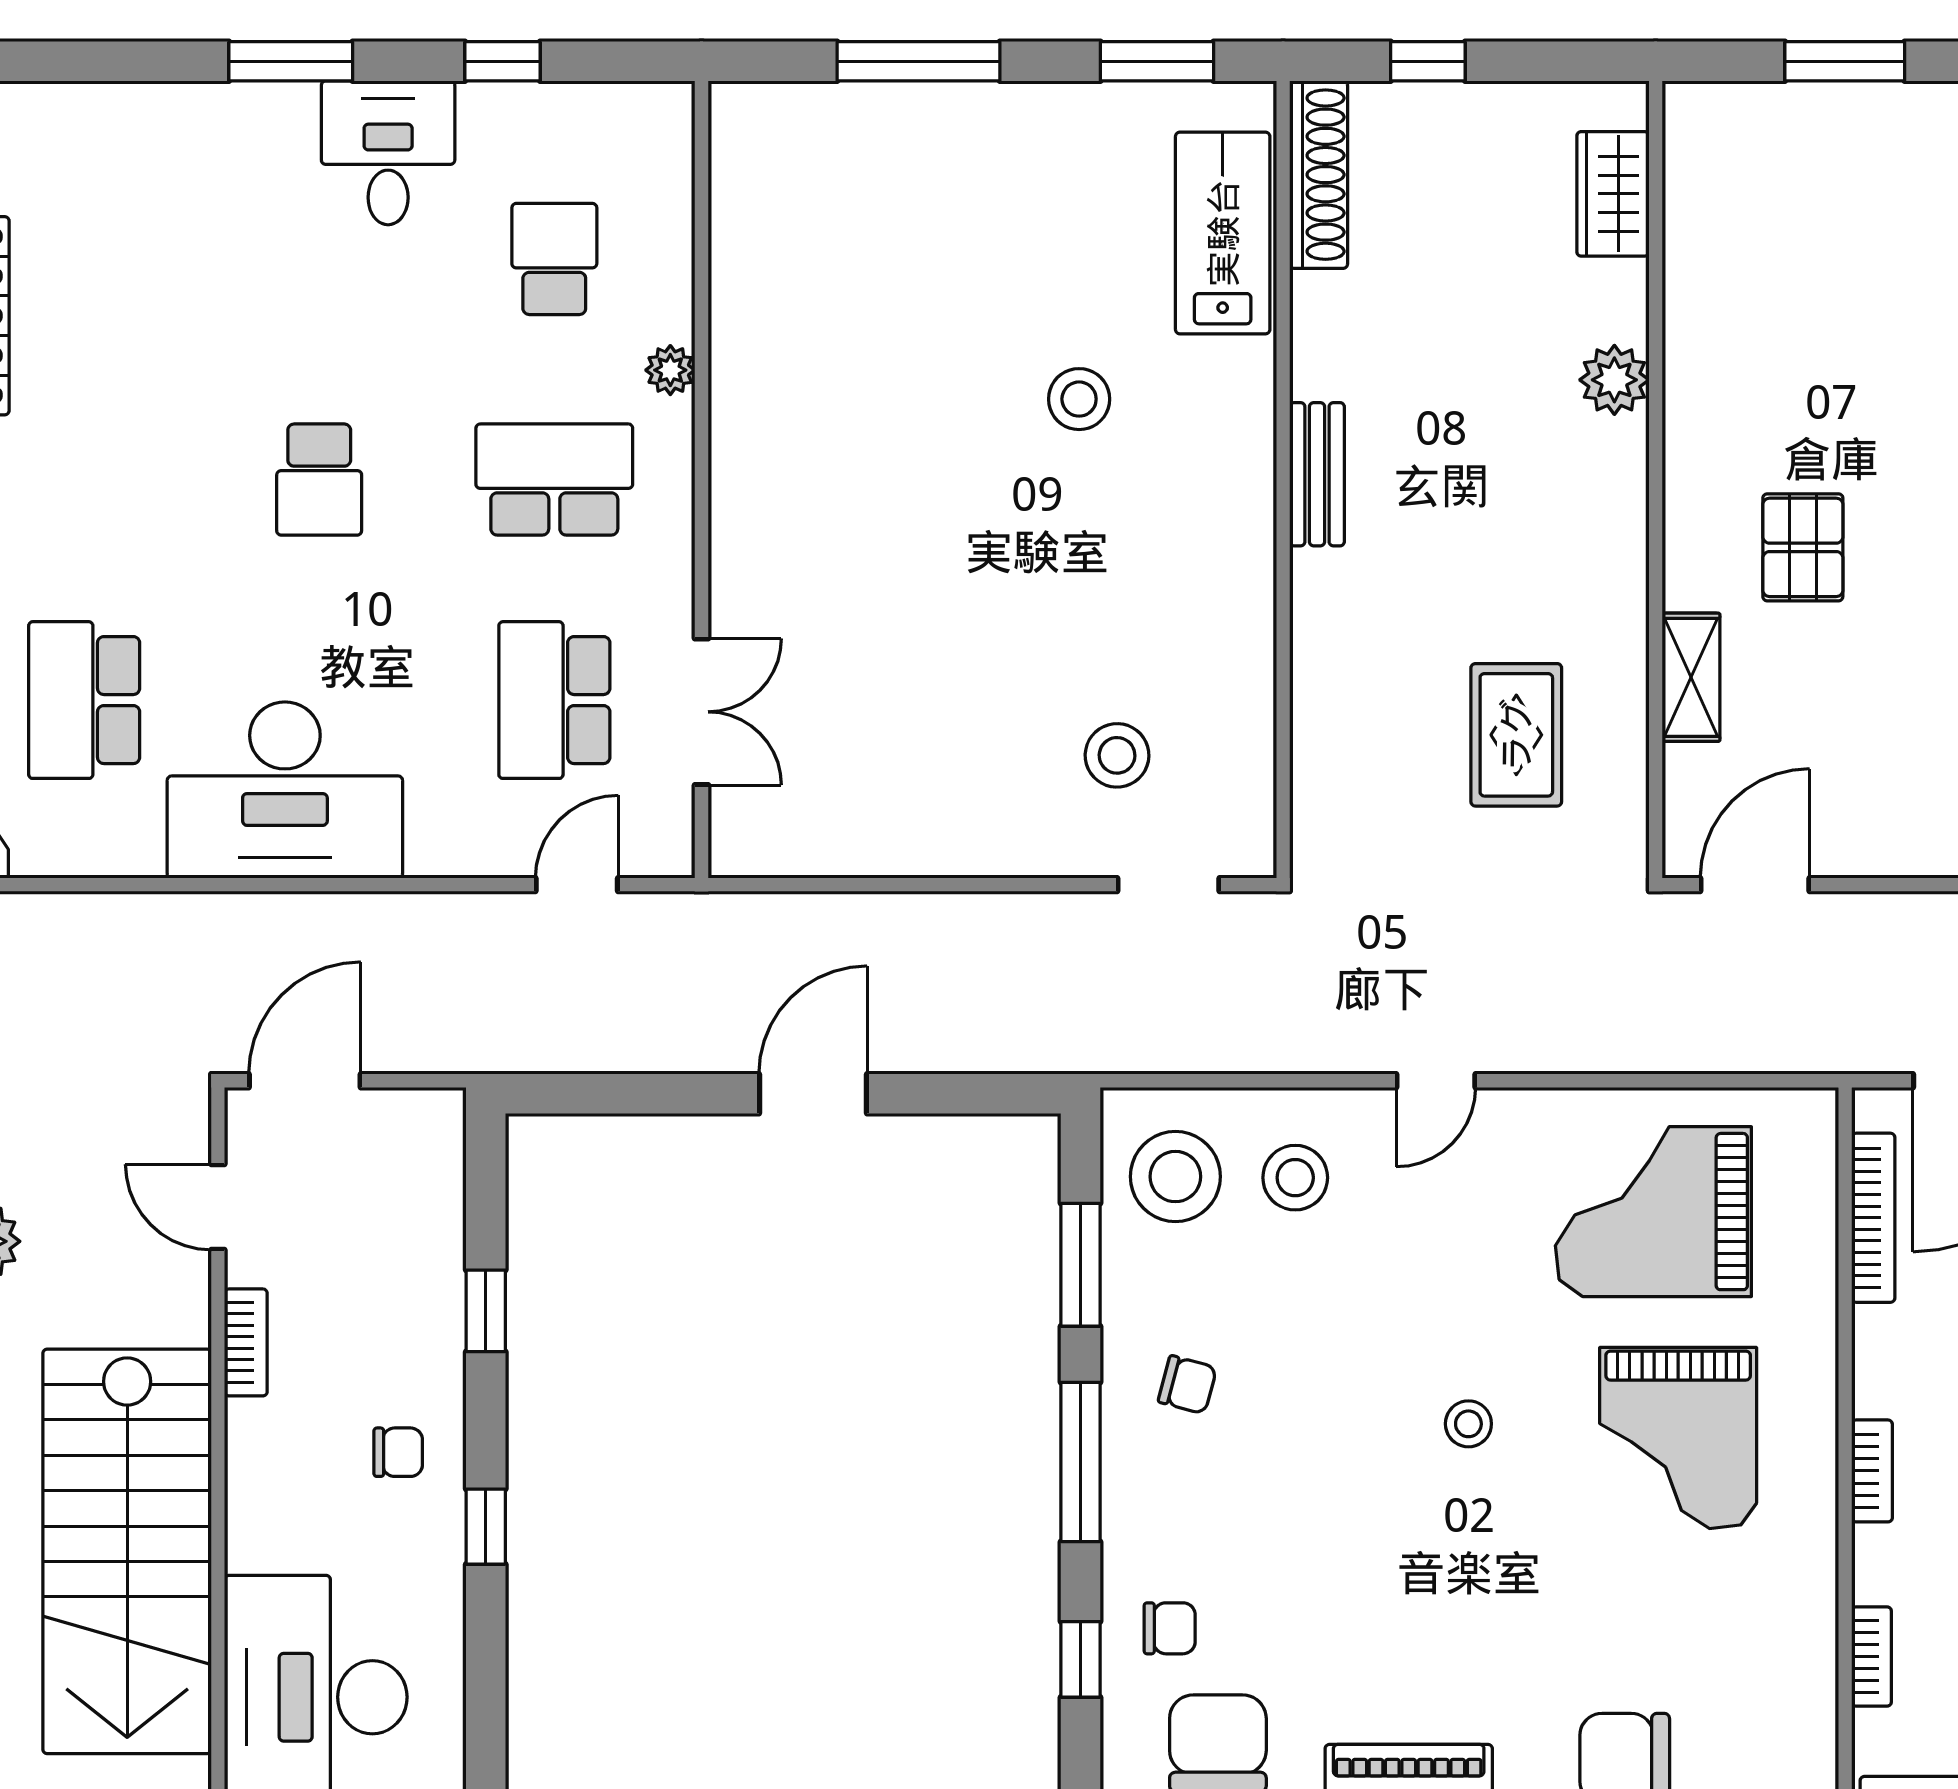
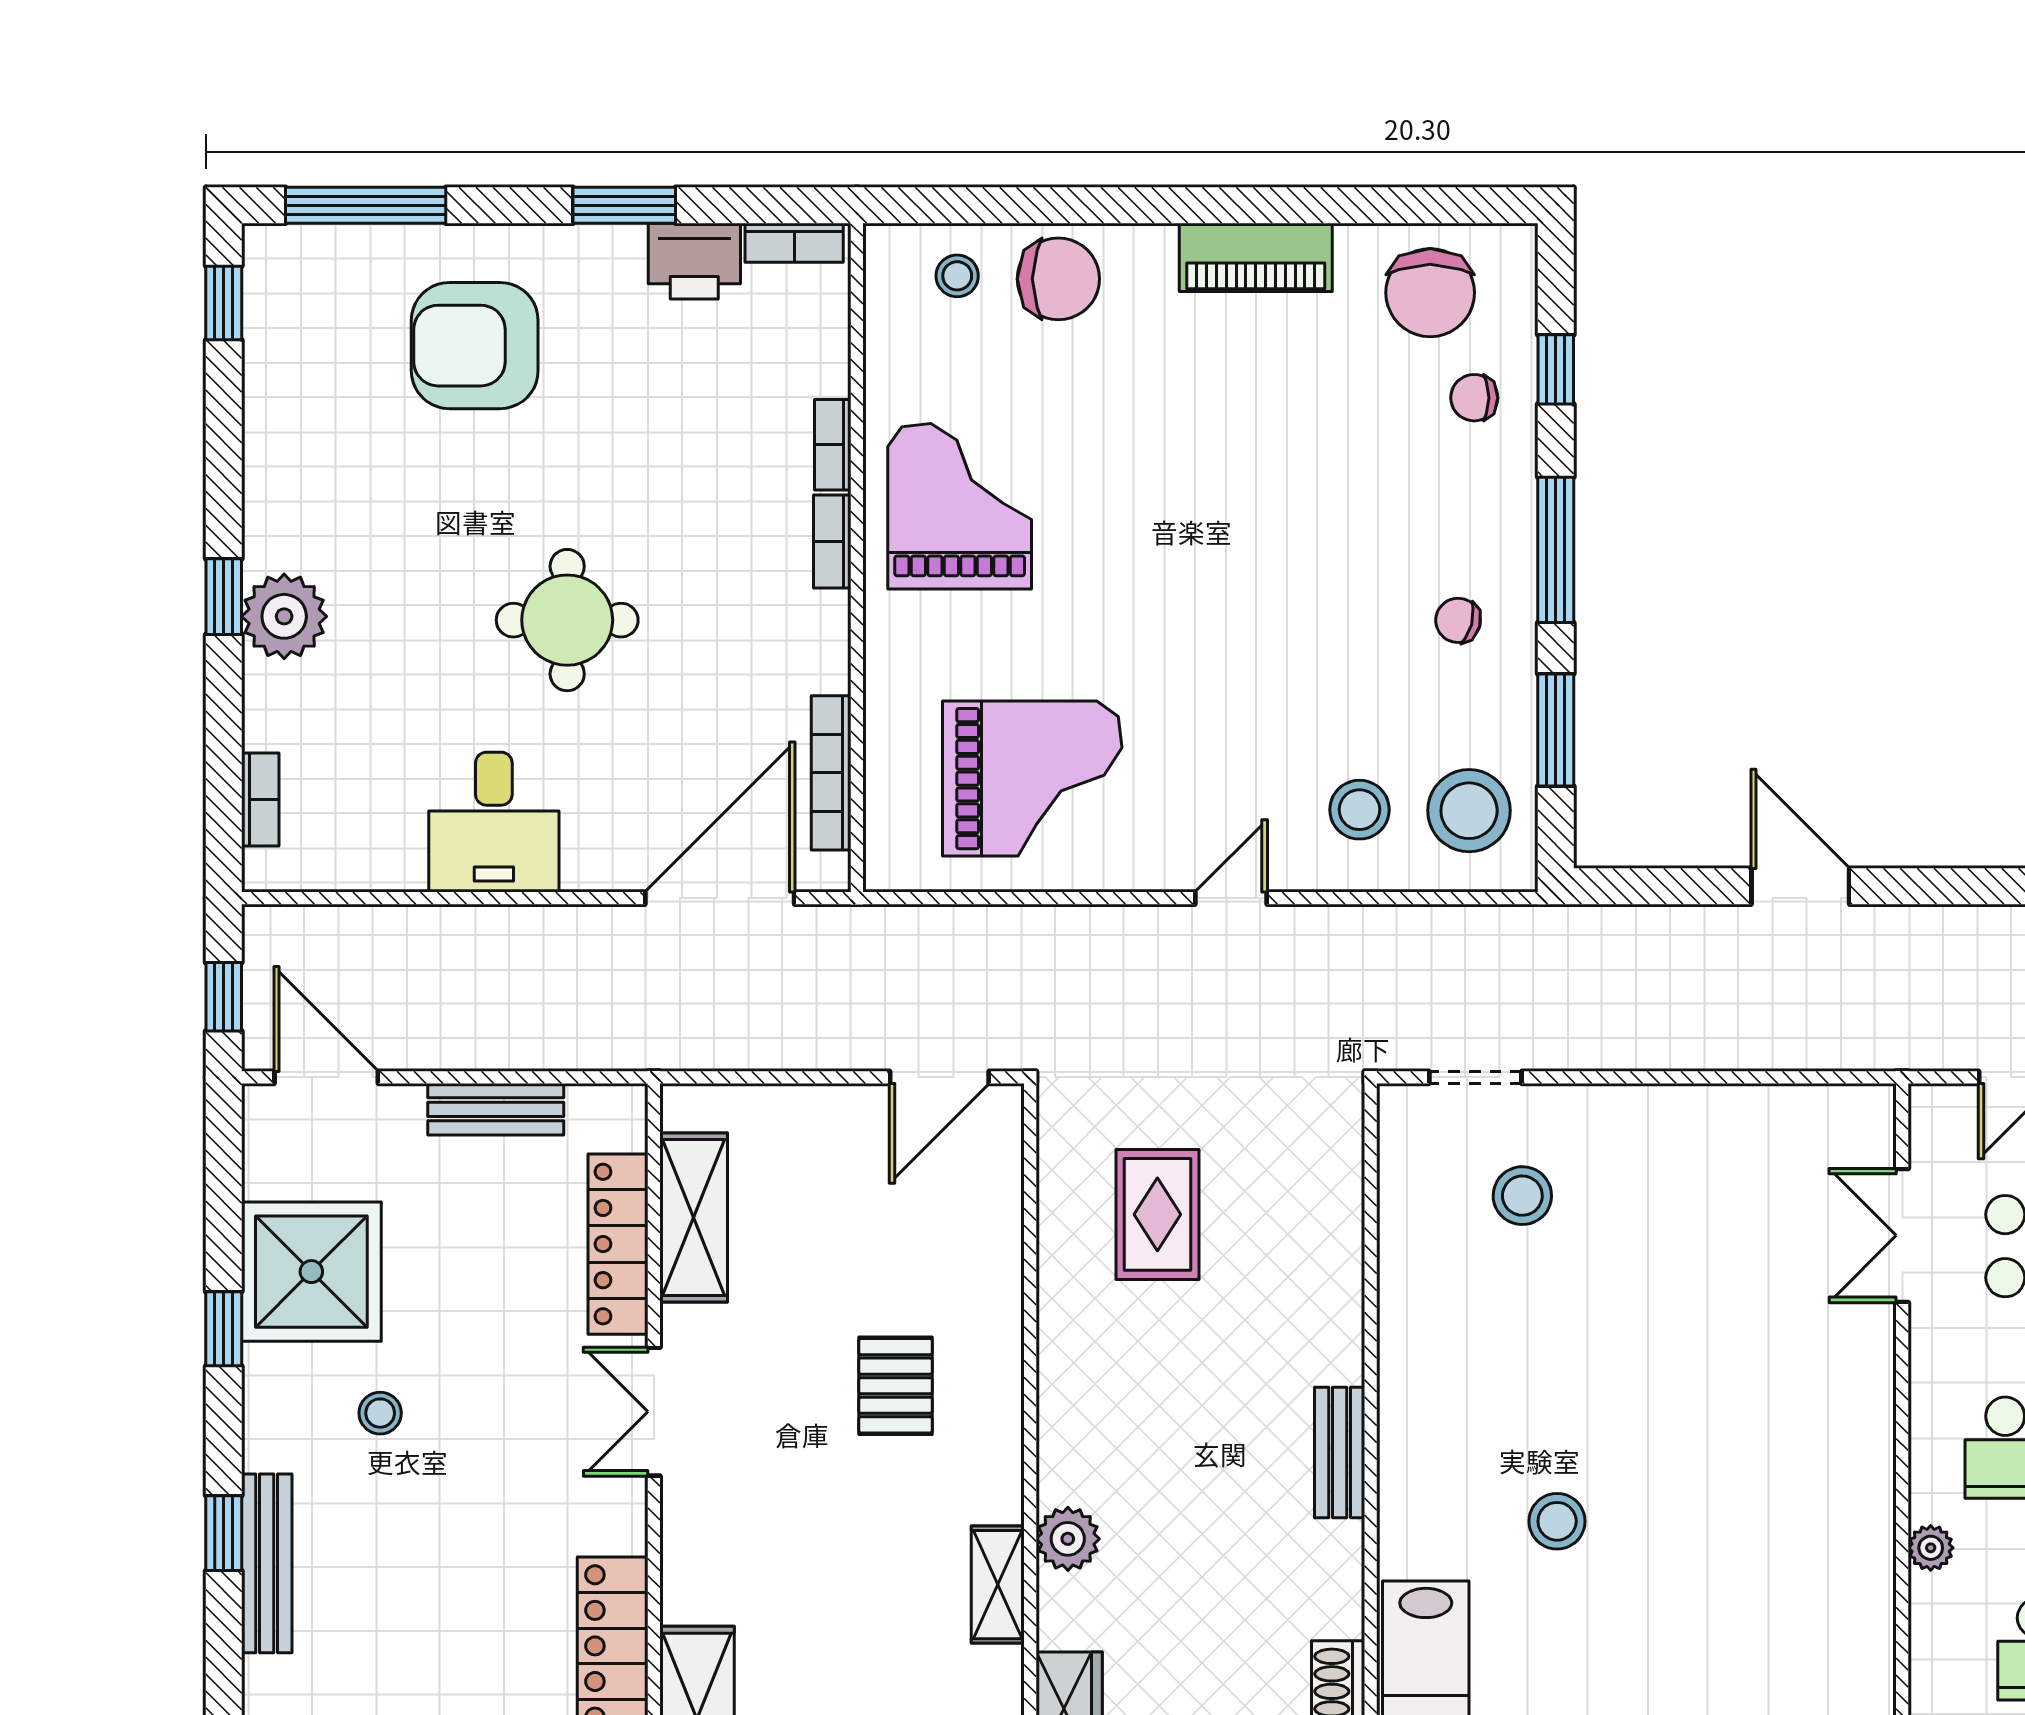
shelving: (1691, 677) -> (998, 1585), moved
door: (813, 1094) -> (1800, 886), swing flipped
stool: (1468, 1424) -> (957, 276), moved
grand piano: (1678, 1438) -> (960, 506), moved
bookcase: (1872, 1656) -> (833, 445), moved

